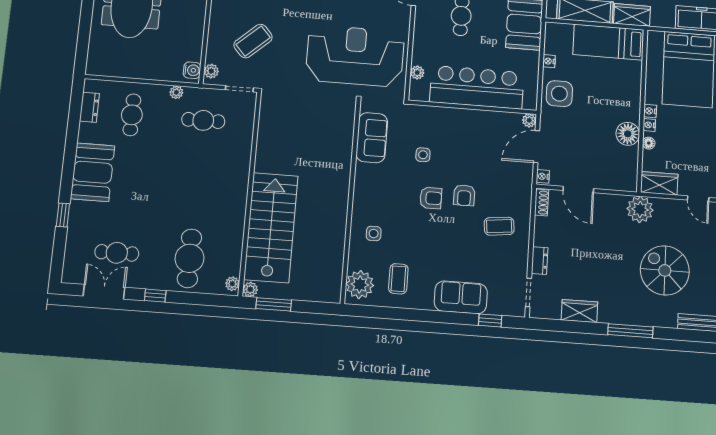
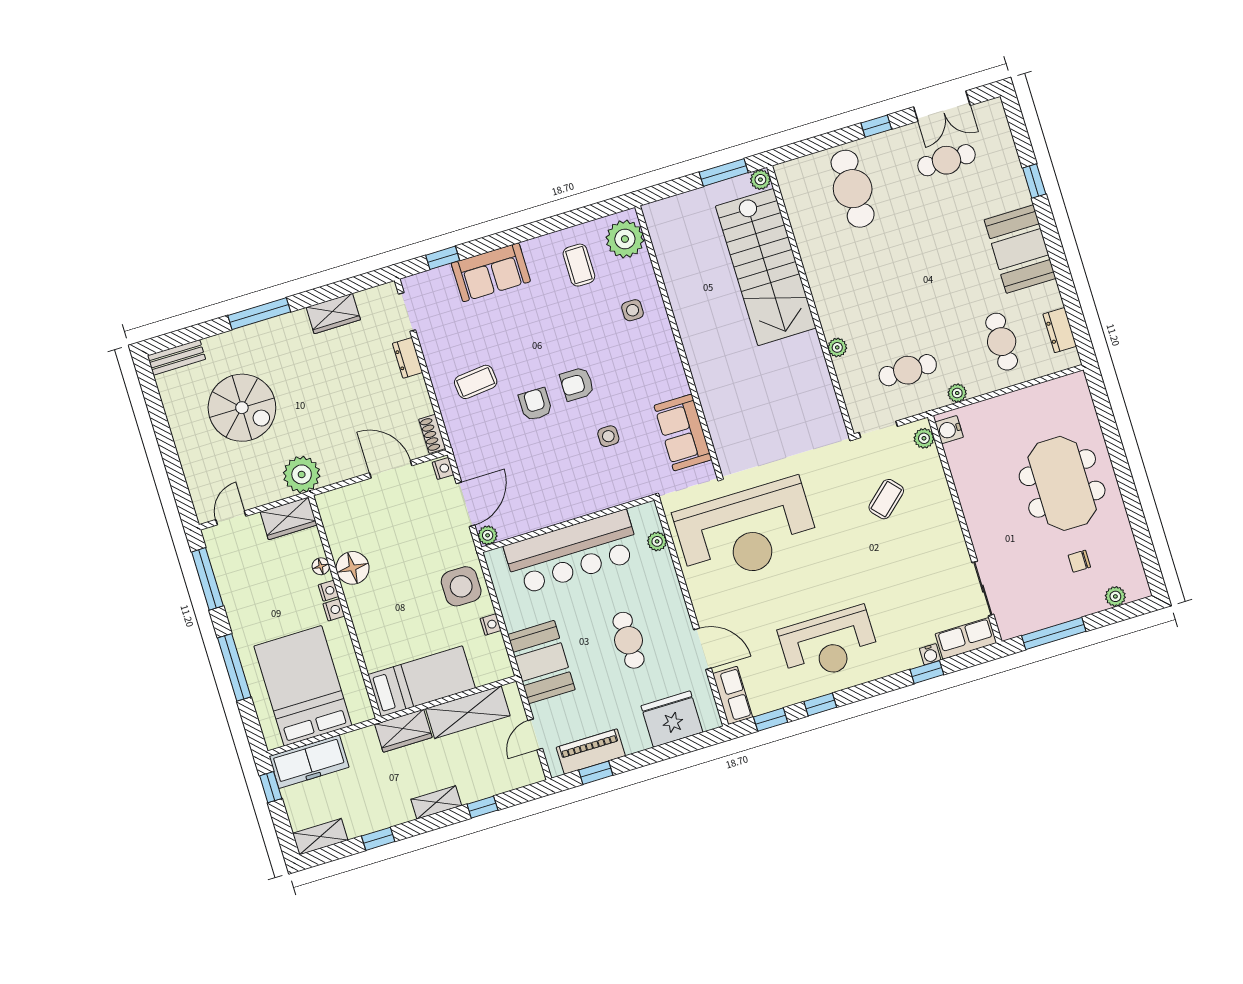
coffee table: (253, 41) -> (886, 499), width x0.73, depth x0.77
door: (698, 199) -> (231, 518), hinge flipped
plant: (232, 284) -> (837, 347), moved

